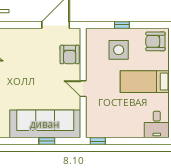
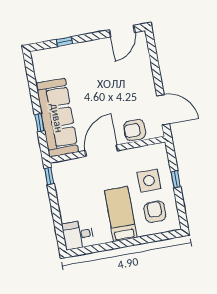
armchair: (155, 41) -> (155, 212), moved
door: (83, 89) -> (101, 151), width x1.88

